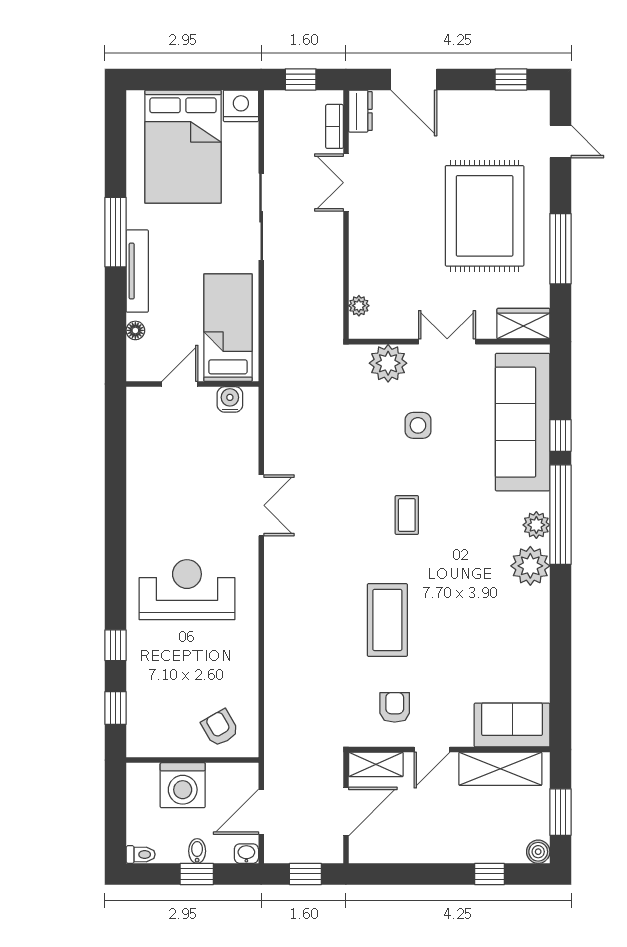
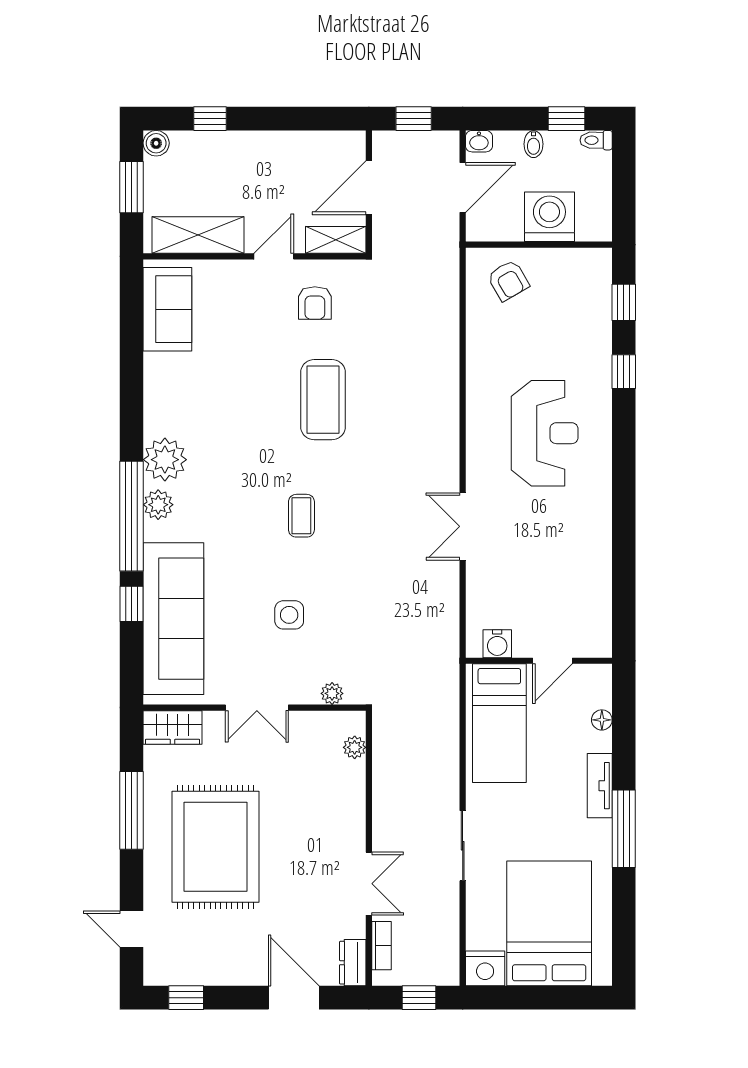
sliding door: (261, 217) -> (463, 846), width x0.73
tv unit: (137, 271) -> (600, 786), width x0.71
plant: (388, 363) -> (332, 693), width x0.53, depth x0.53
reception desk: (187, 590) -> (545, 433), turned -90
sofa: (512, 725) -> (167, 309), moved, turned -90
window: (197, 874) -> (566, 119), moved

